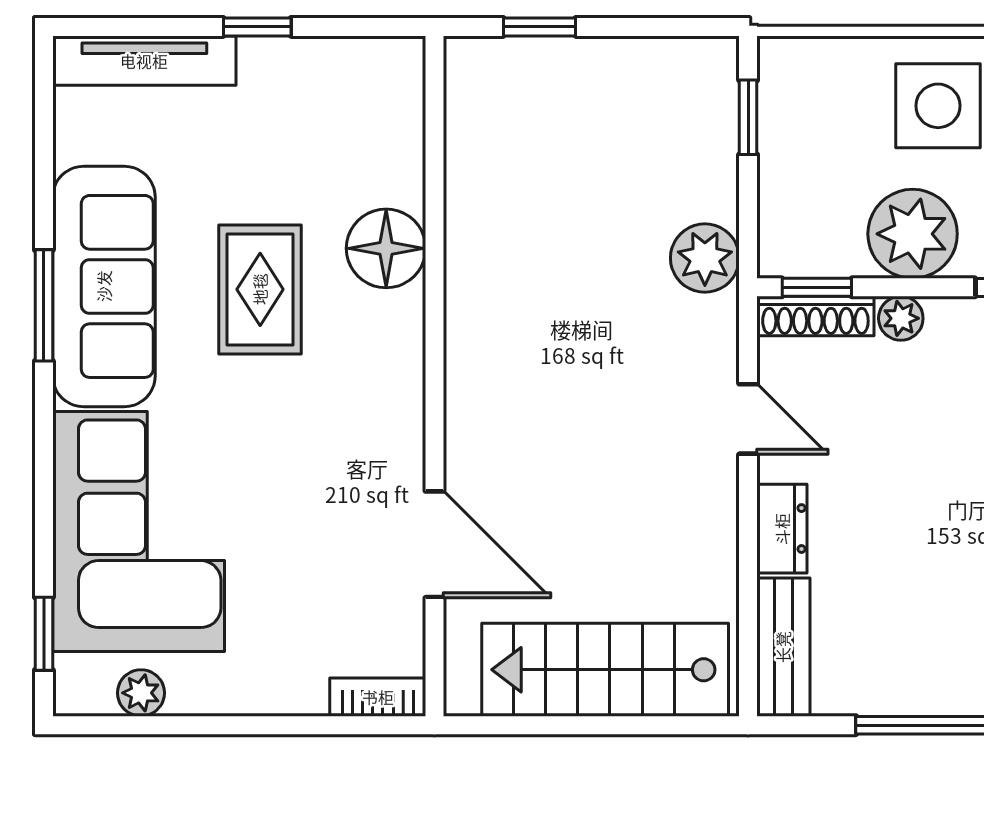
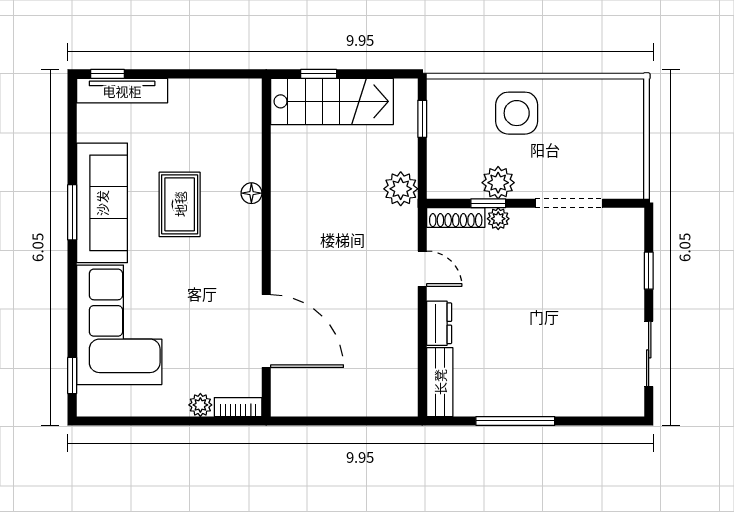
window: (257, 27) -> (108, 74), moved
plant: (913, 234) -> (498, 183), width x0.73, depth x0.73
floor lamp: (386, 248) -> (251, 193), width x0.53, depth x0.53
window: (817, 287) -> (488, 203), moved
door: (434, 544) -> (266, 331), width x1.36
stairs: (605, 670) -> (332, 101), moved, turned 180
plant: (141, 693) -> (200, 405), moved

